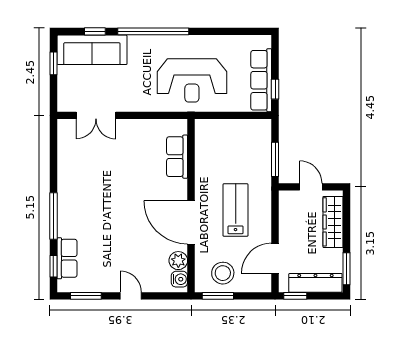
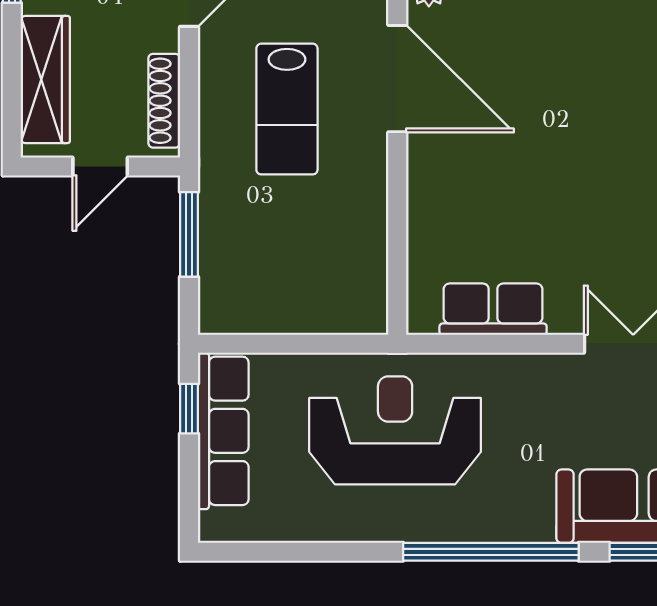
row of seats: (177, 157) -> (493, 309), moved, turned -90
door: (311, 187) -> (100, 166), hinge flipped
shoe rack: (285, 213) -> (164, 101), added

